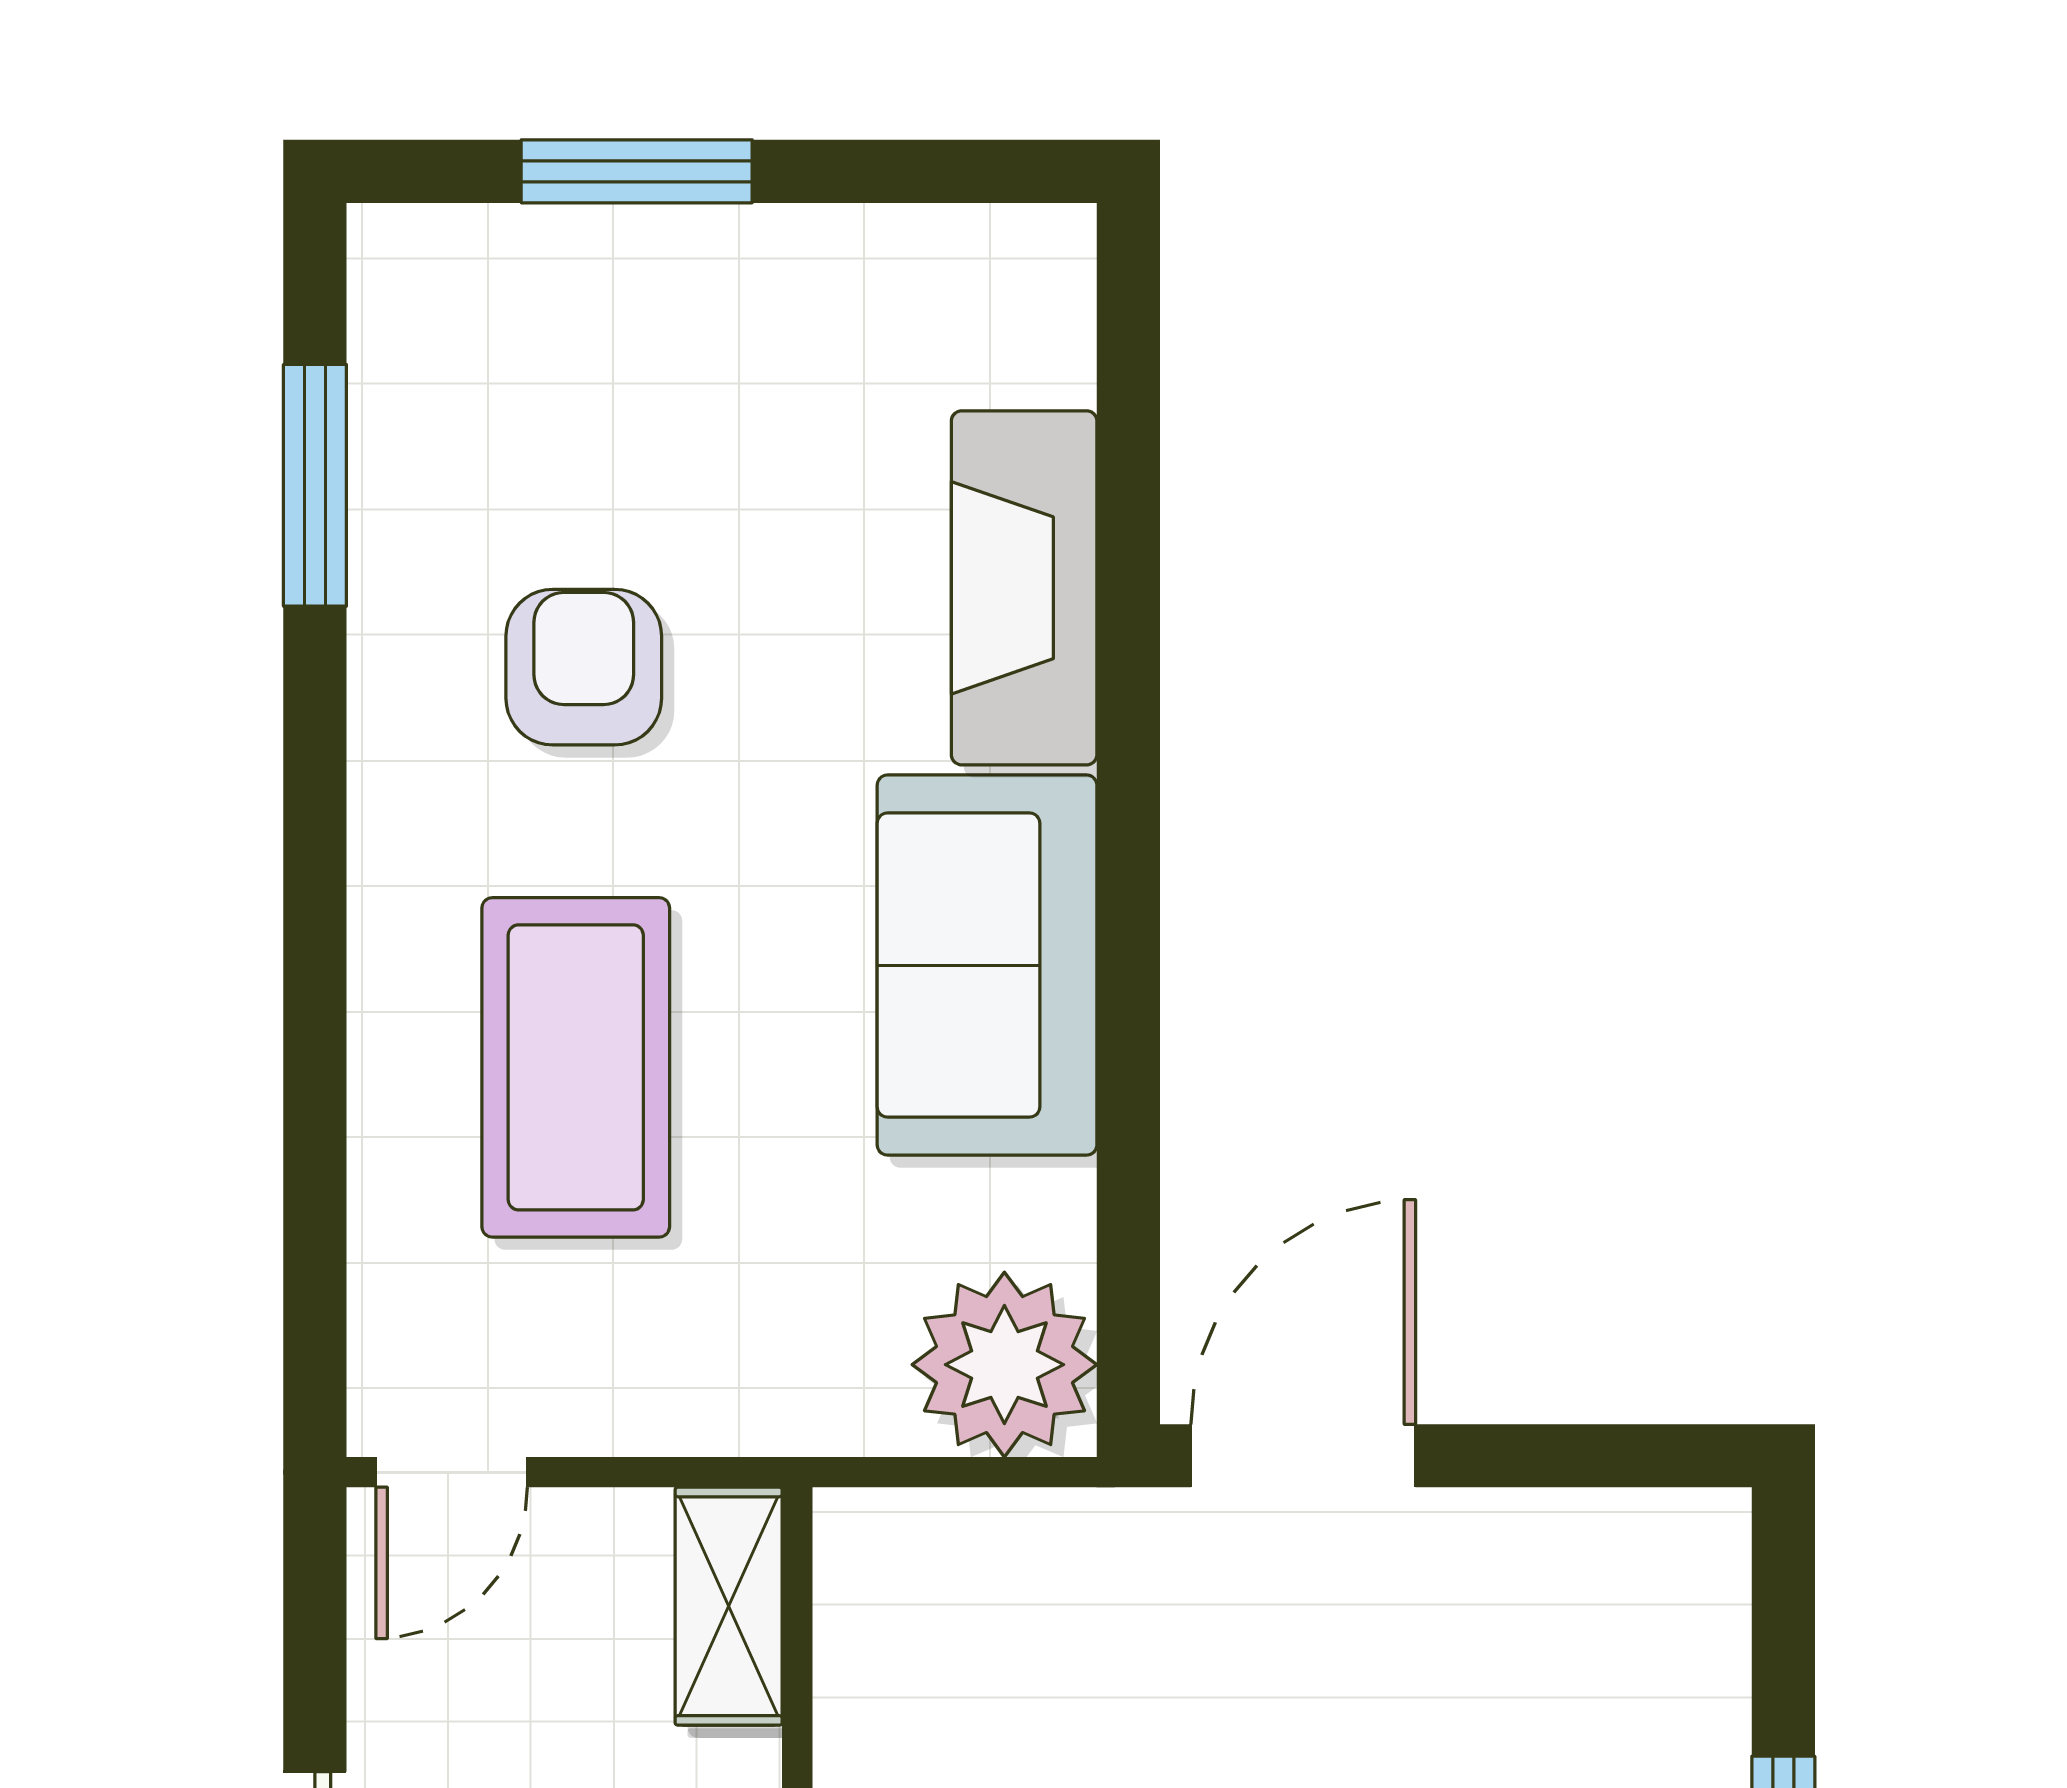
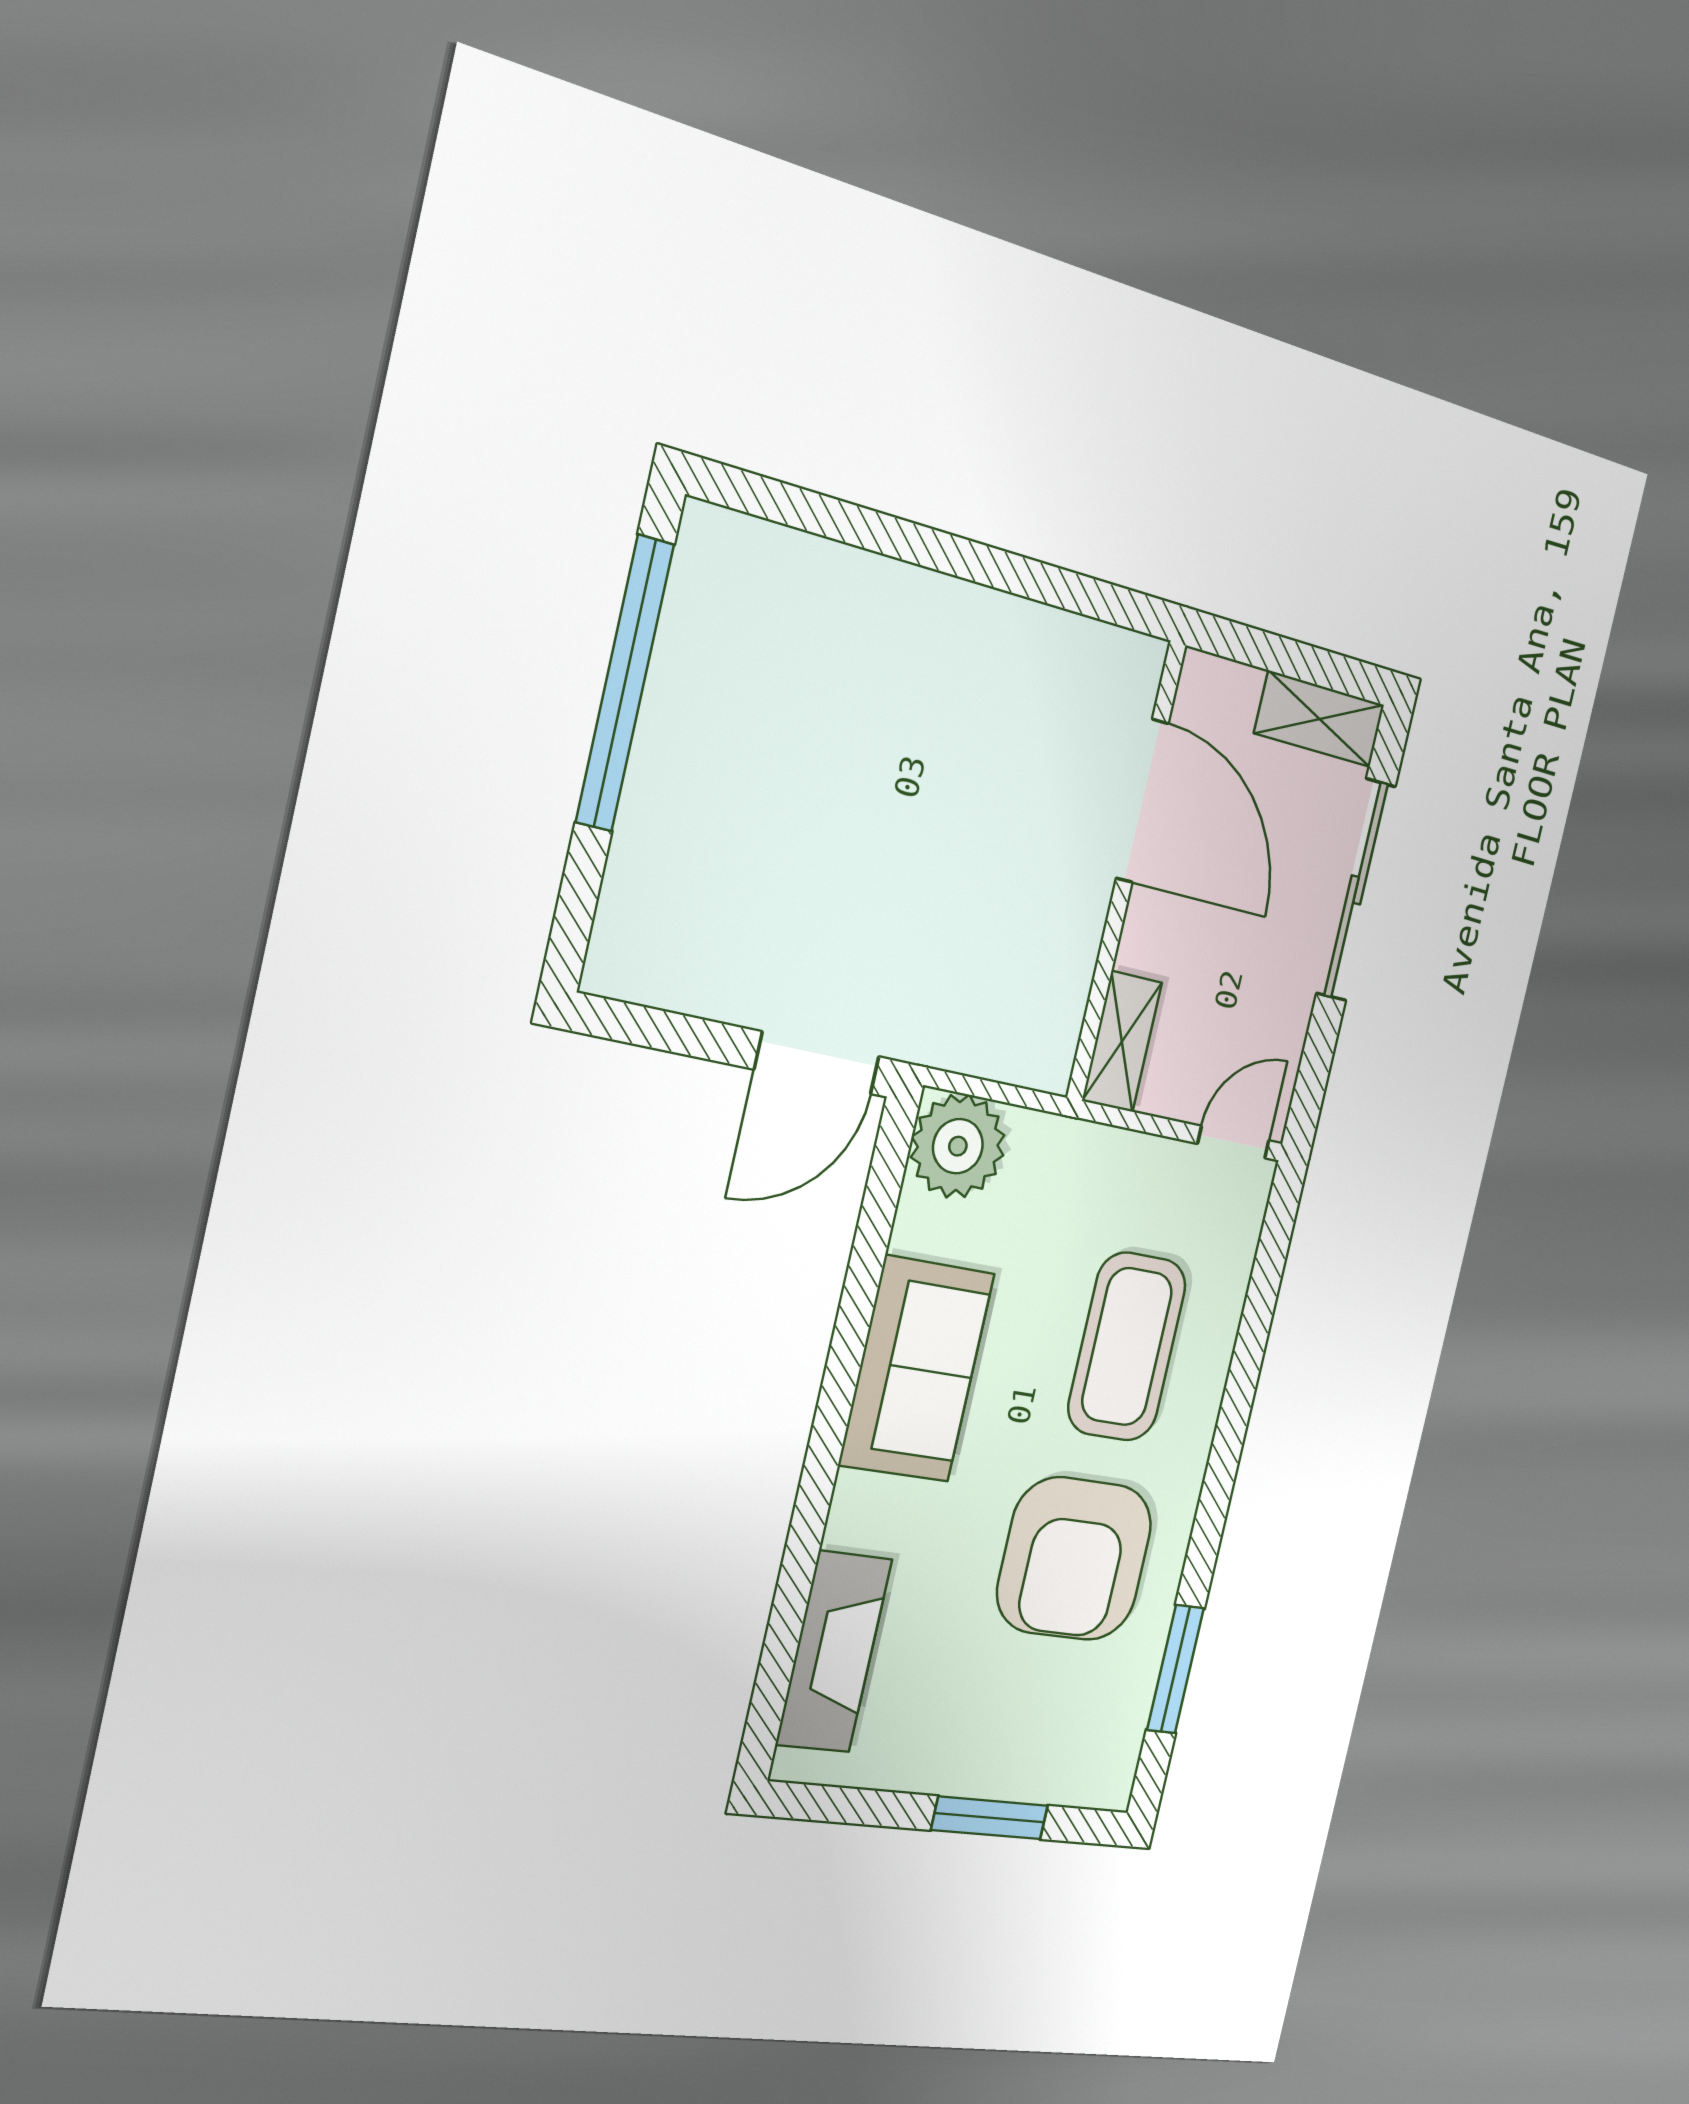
fireplace: (1024, 588) -> (834, 1652), moved
armchair: (584, 667) -> (1074, 1559), width x1.88, depth x1.88

